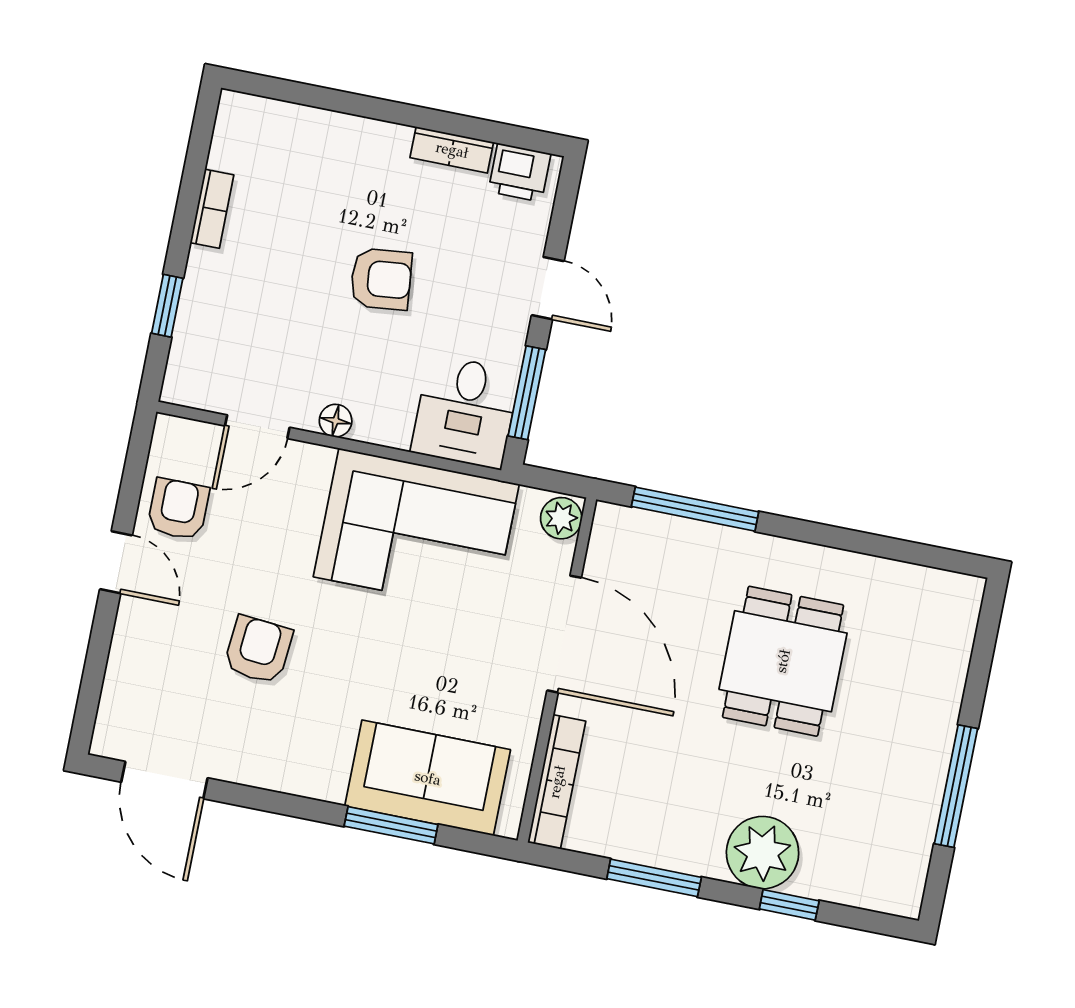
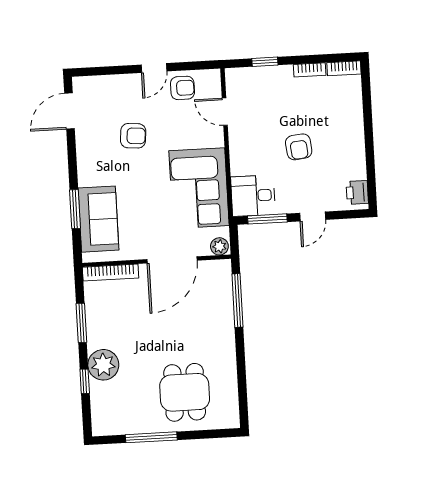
bookcase: (452, 150) -> (344, 68), moved, turned -90
floor lamp: (336, 421) -> (236, 143), removed
dining table: (783, 661) -> (185, 392), moved, turned 90

